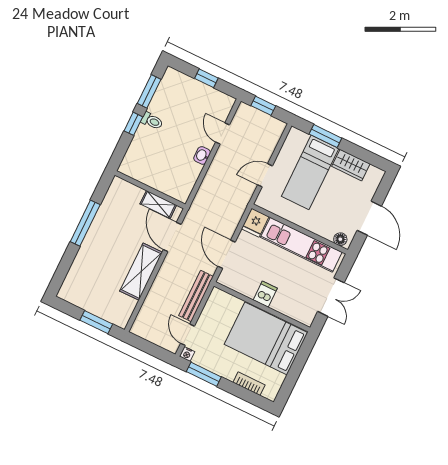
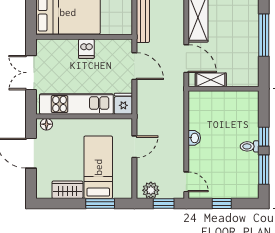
plant: (270, 125) -> (151, 190), added
door: (222, 133) -> (186, 182), moved

